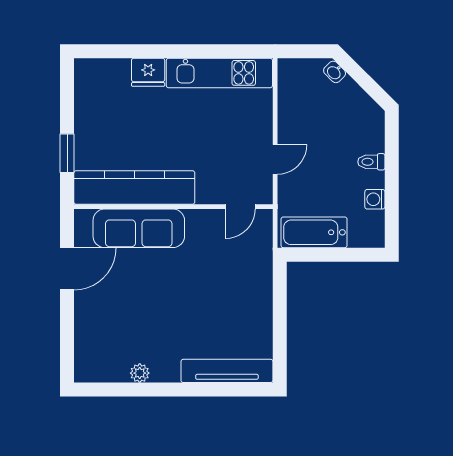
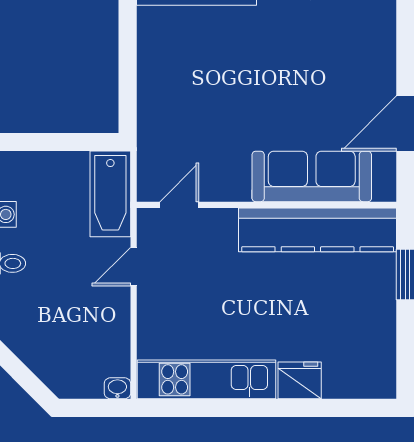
washbasin: (335, 72) -> (117, 388), moved, turned -45
bathtub: (314, 232) -> (110, 194), moved, turned 90

